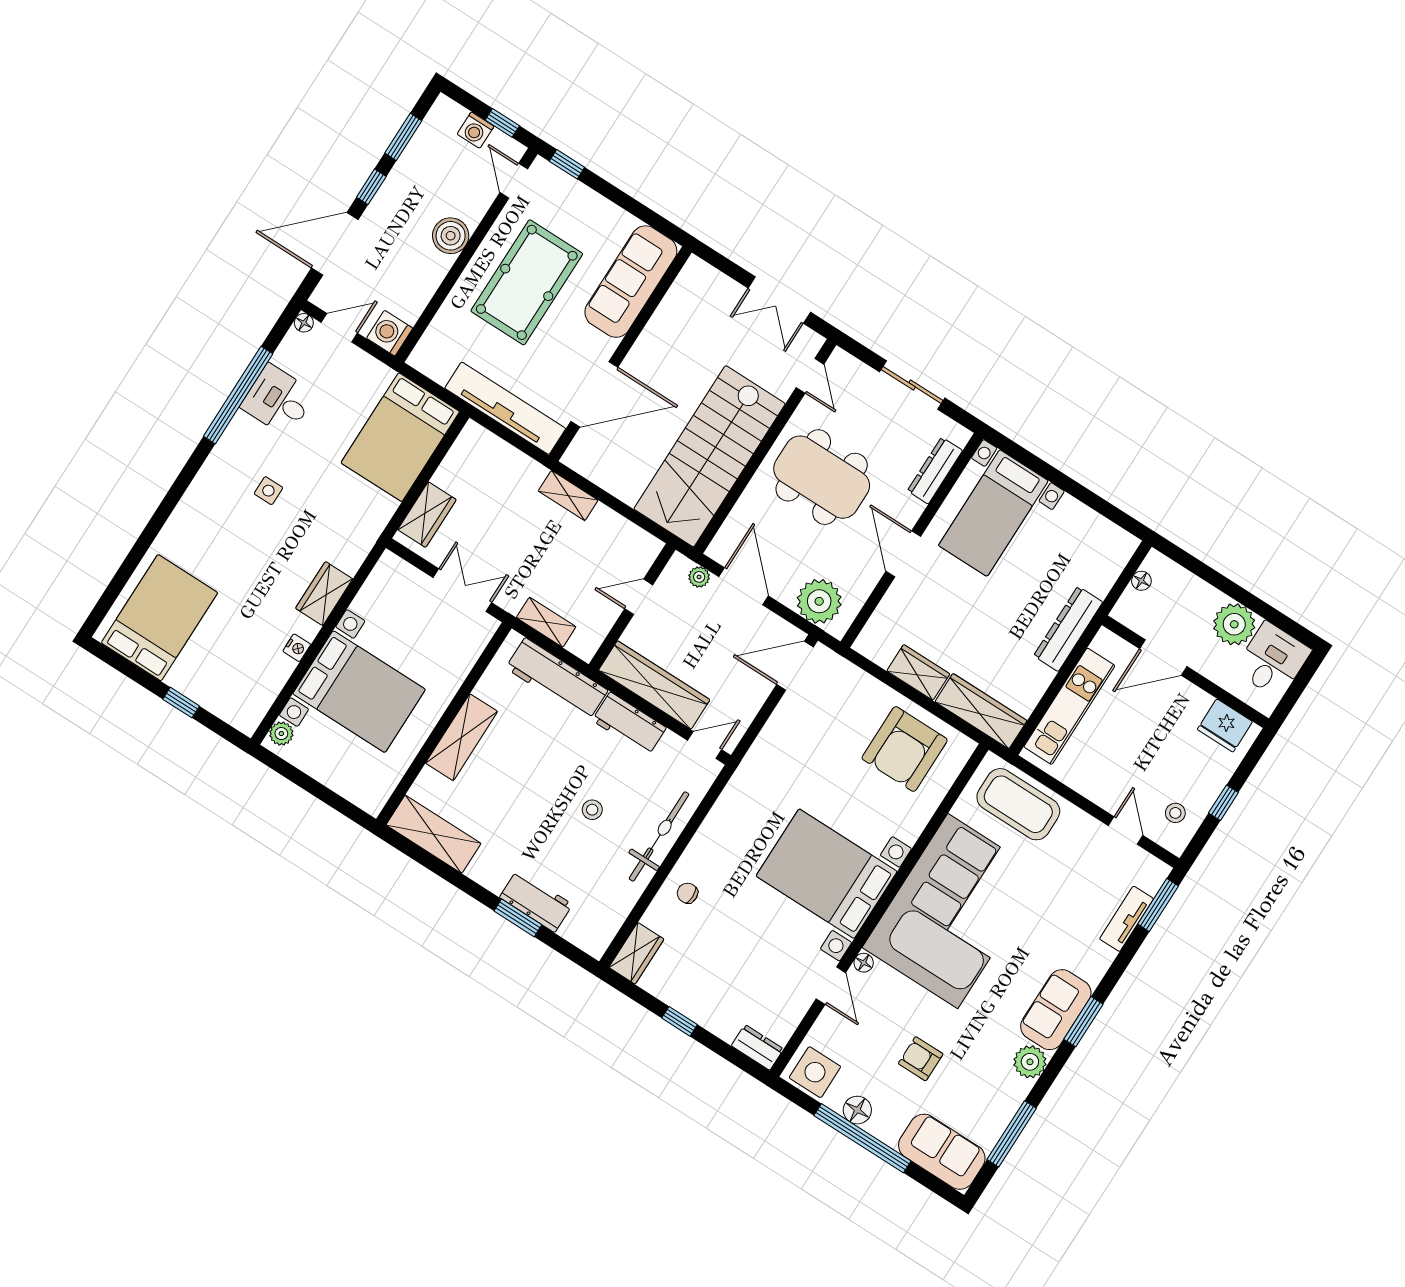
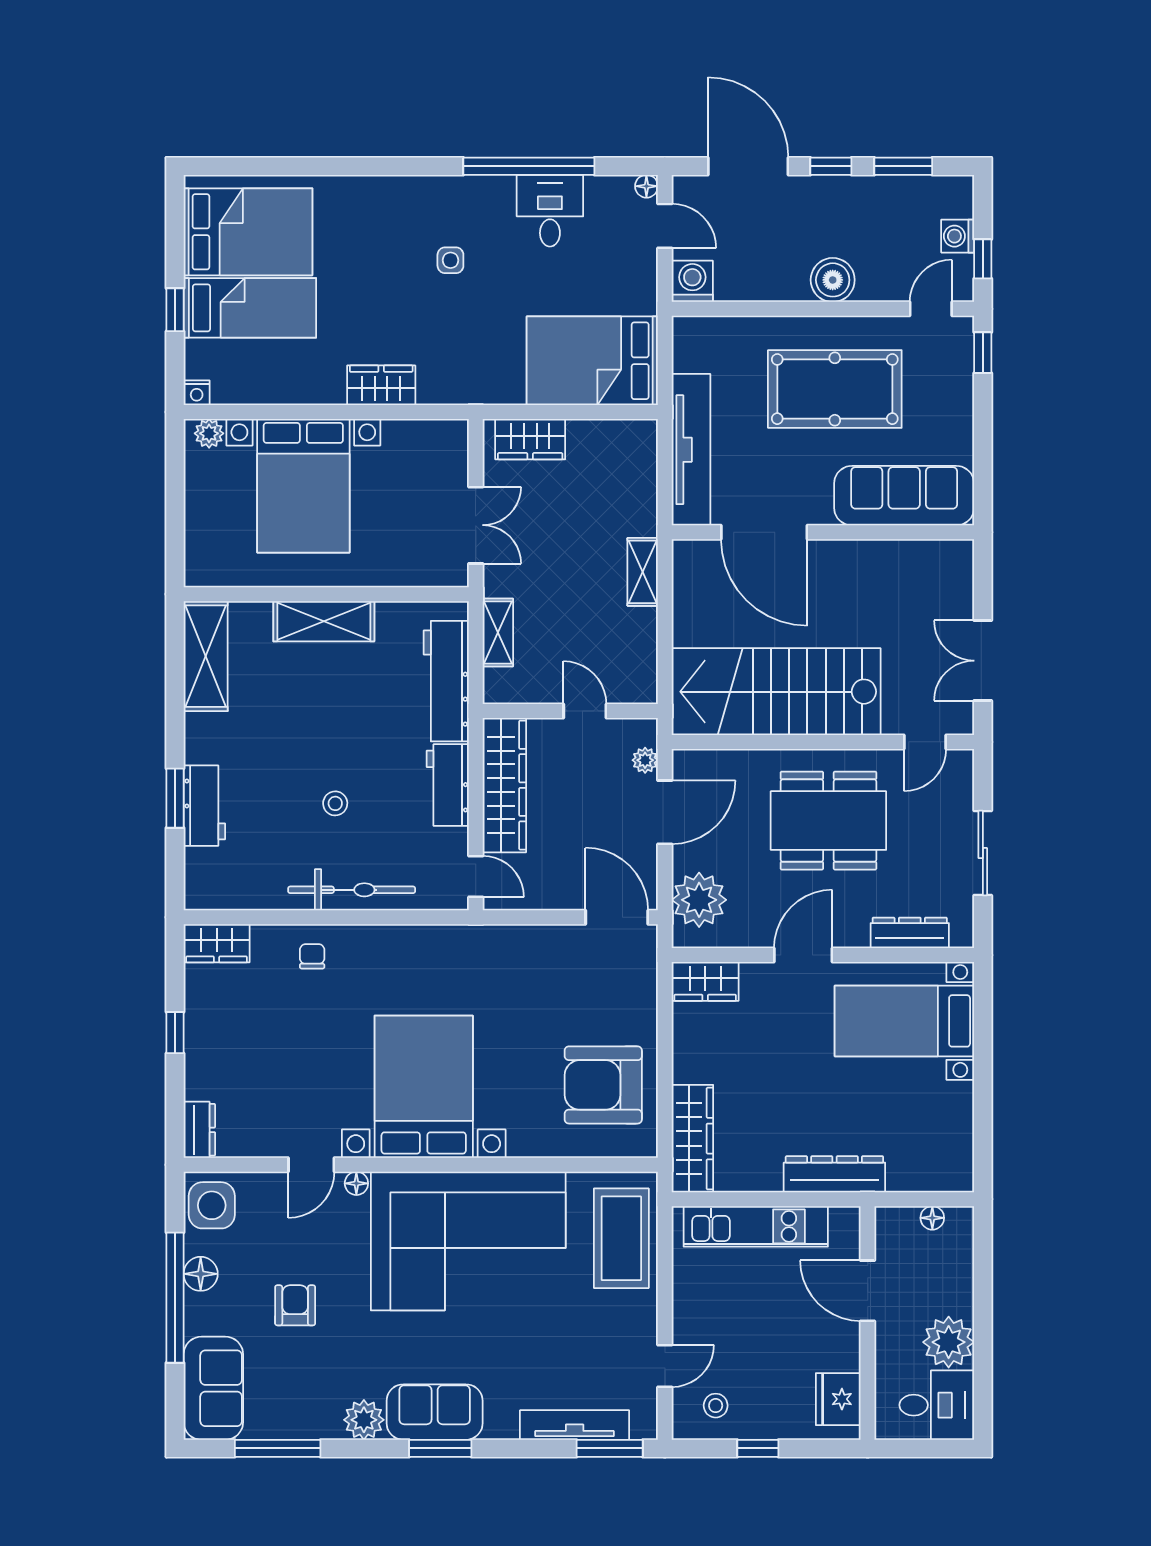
dining table: (822, 477) -> (828, 821), turned 90
nightstand: (297, 648) -> (197, 393), moved
bed: (213, 650) -> (250, 308), added
wardrobe: (918, 672) -> (705, 981), moved, turned 90
tv unit: (1126, 919) -> (575, 1425), width x1.41

